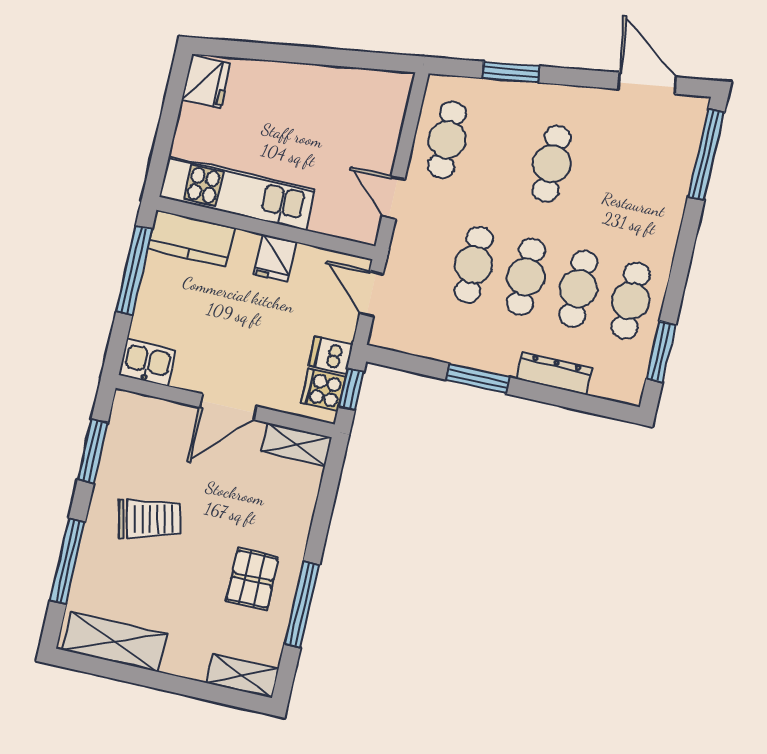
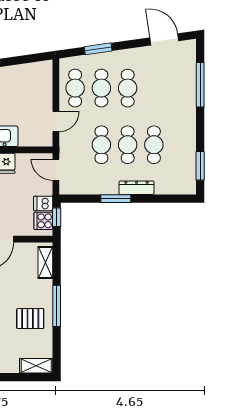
window: (706, 154) -> (200, 85), moved
door: (393, 198) -> (56, 122), swing flipped
cafe table: (631, 301) -> (101, 88), moved
dresser: (554, 373) -> (136, 188), moved
shelving: (296, 444) -> (45, 262), moved, turned 90
pallet: (252, 579) -> (30, 319), turned 90
window: (302, 604) -> (57, 306), moved

